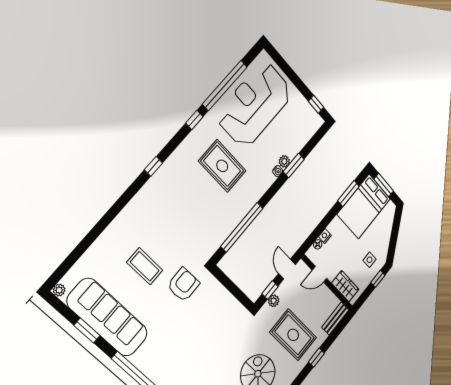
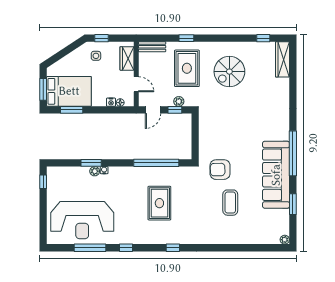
window: (225, 85) -> (90, 248), width x0.68
rug: (222, 166) -> (159, 203), moved
sofa: (108, 317) -> (276, 175), moved

